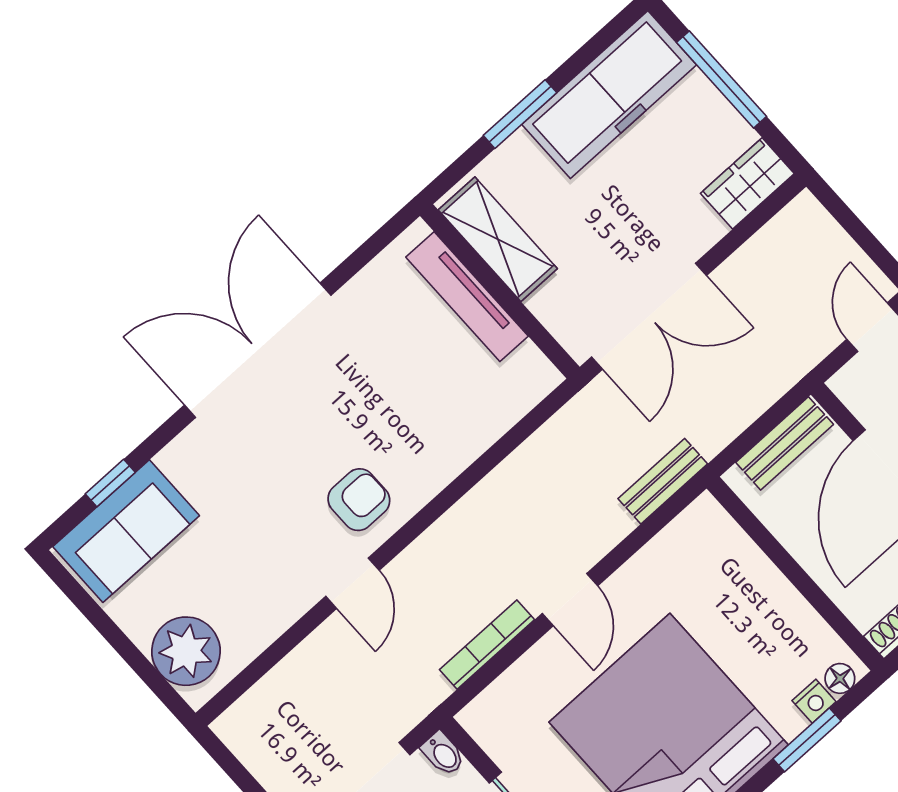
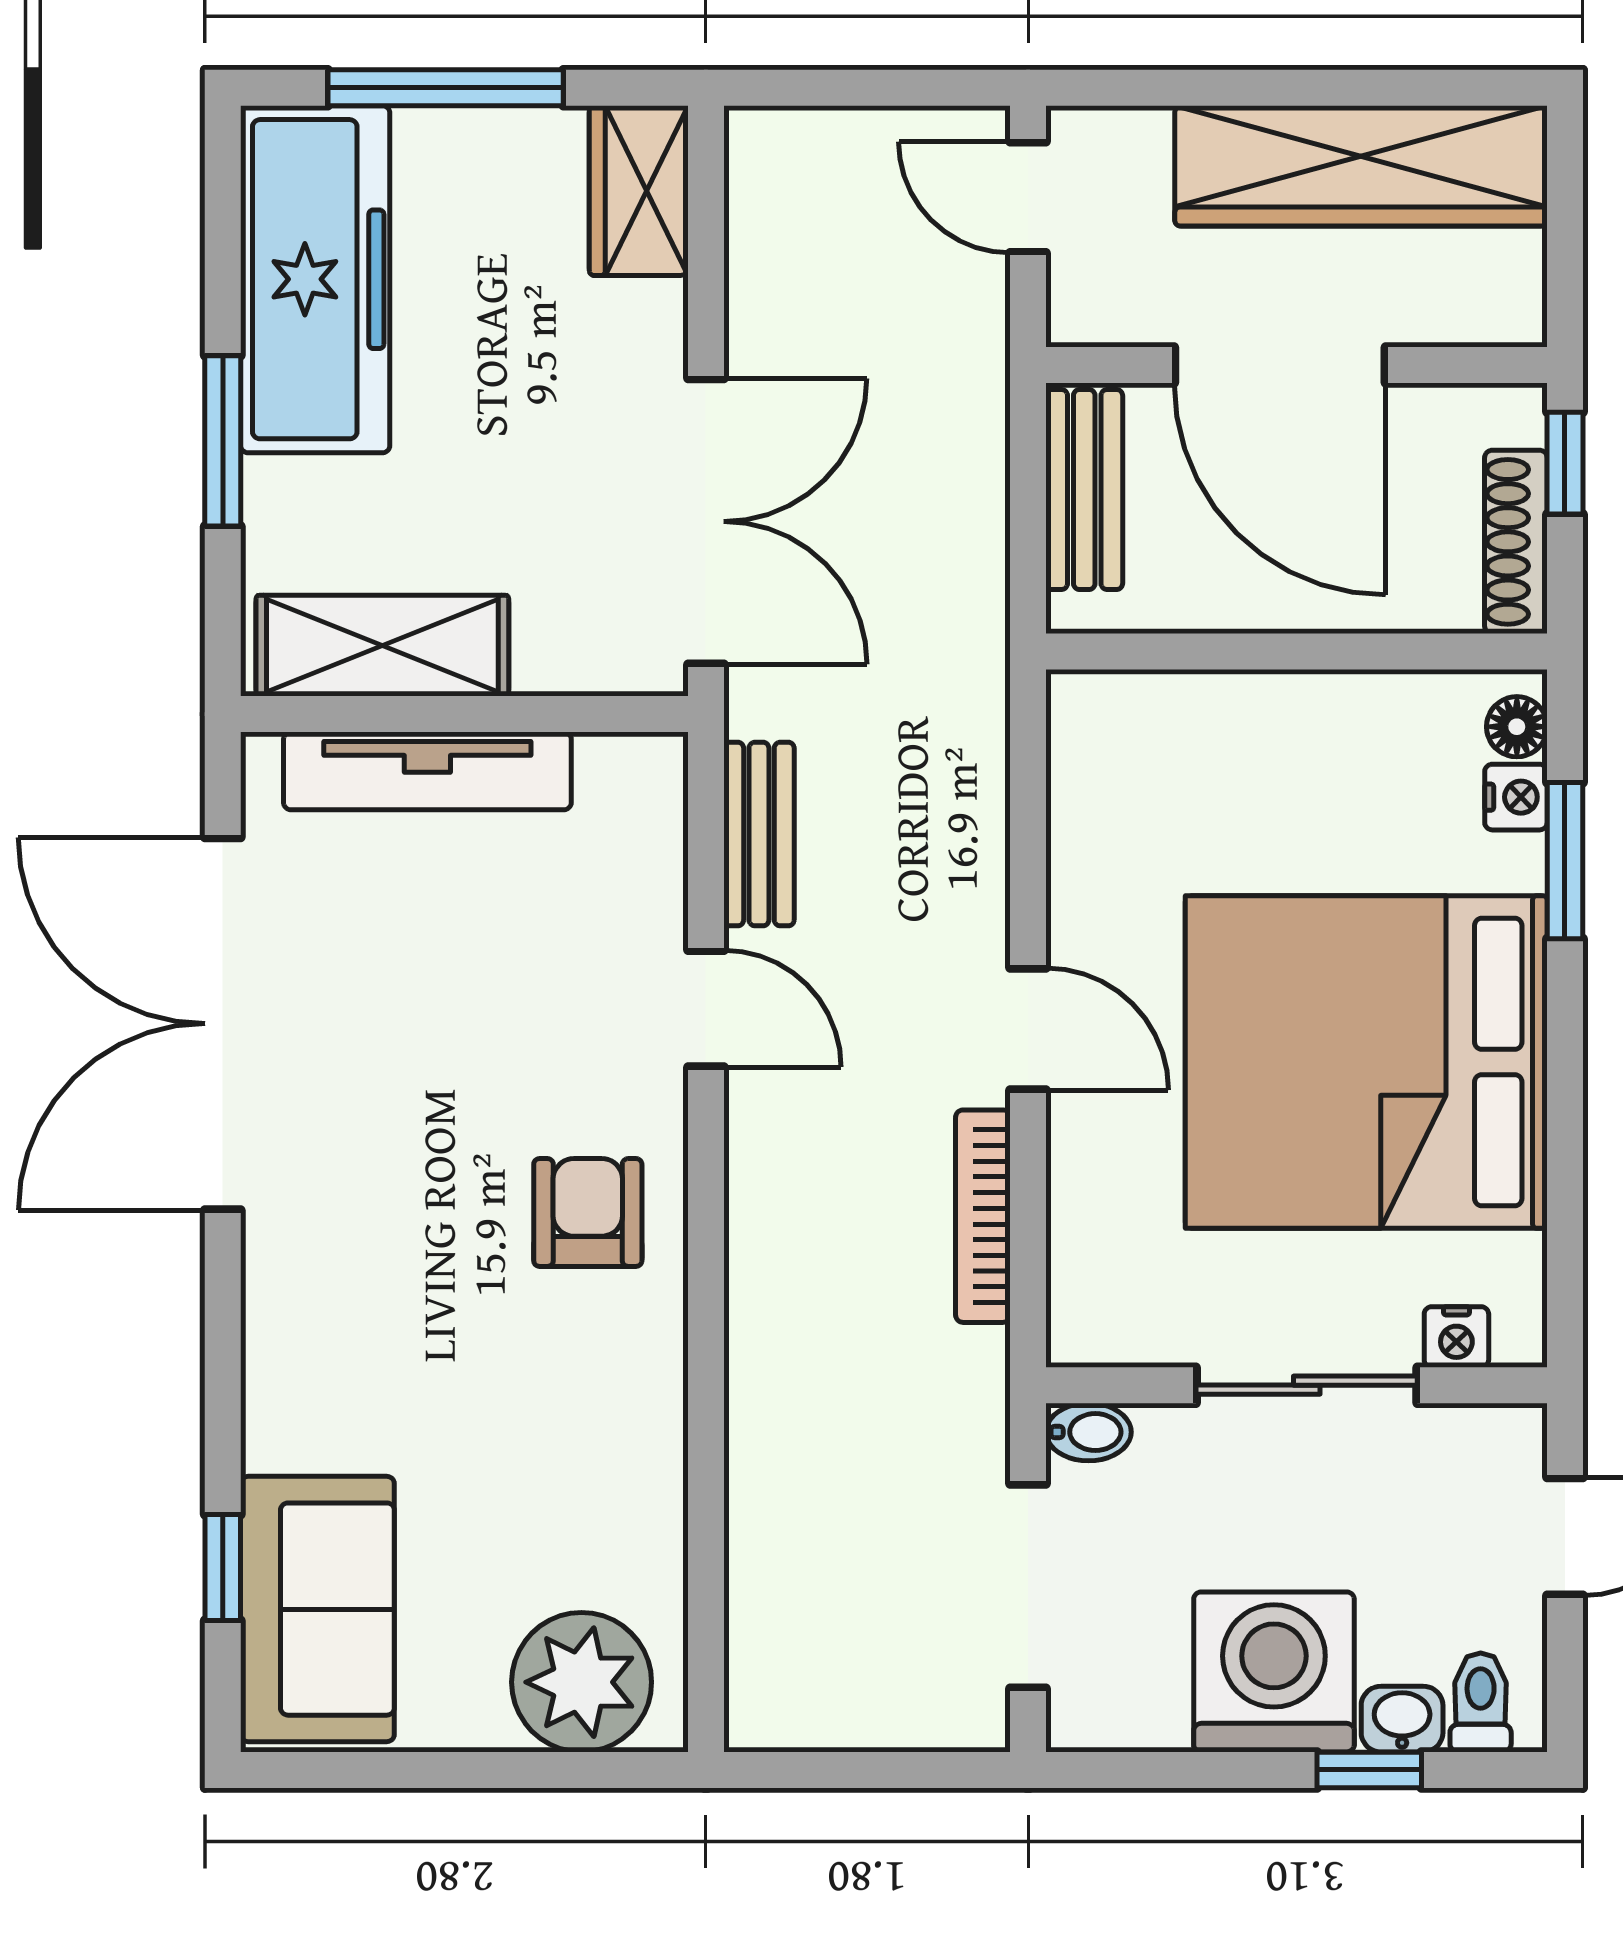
double door: (258, 350) -> (223, 1024), moved
bench: (663, 481) -> (759, 834), moved
door: (352, 583) -> (706, 1009), moved

